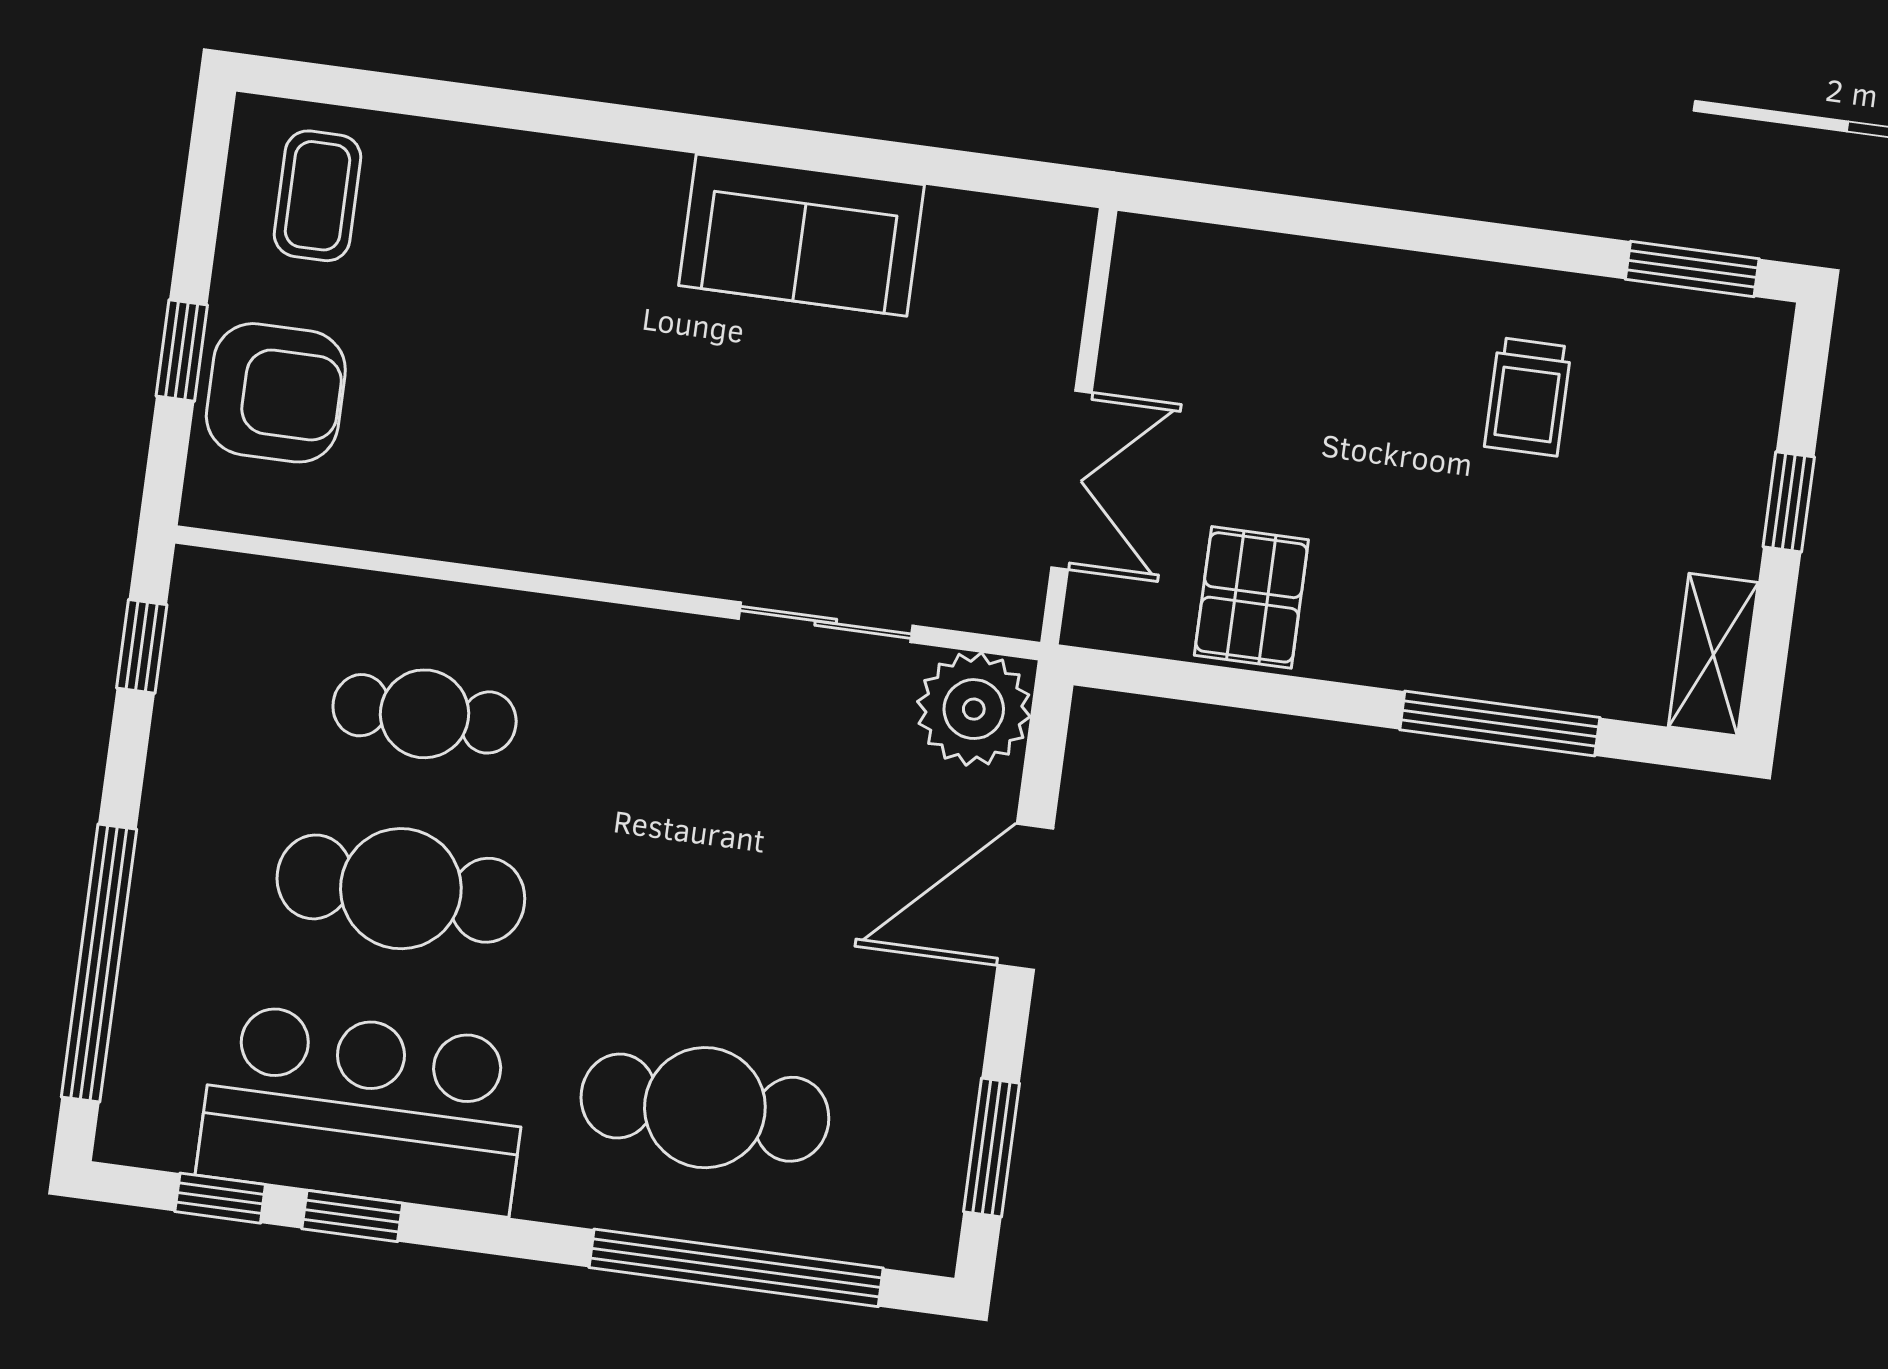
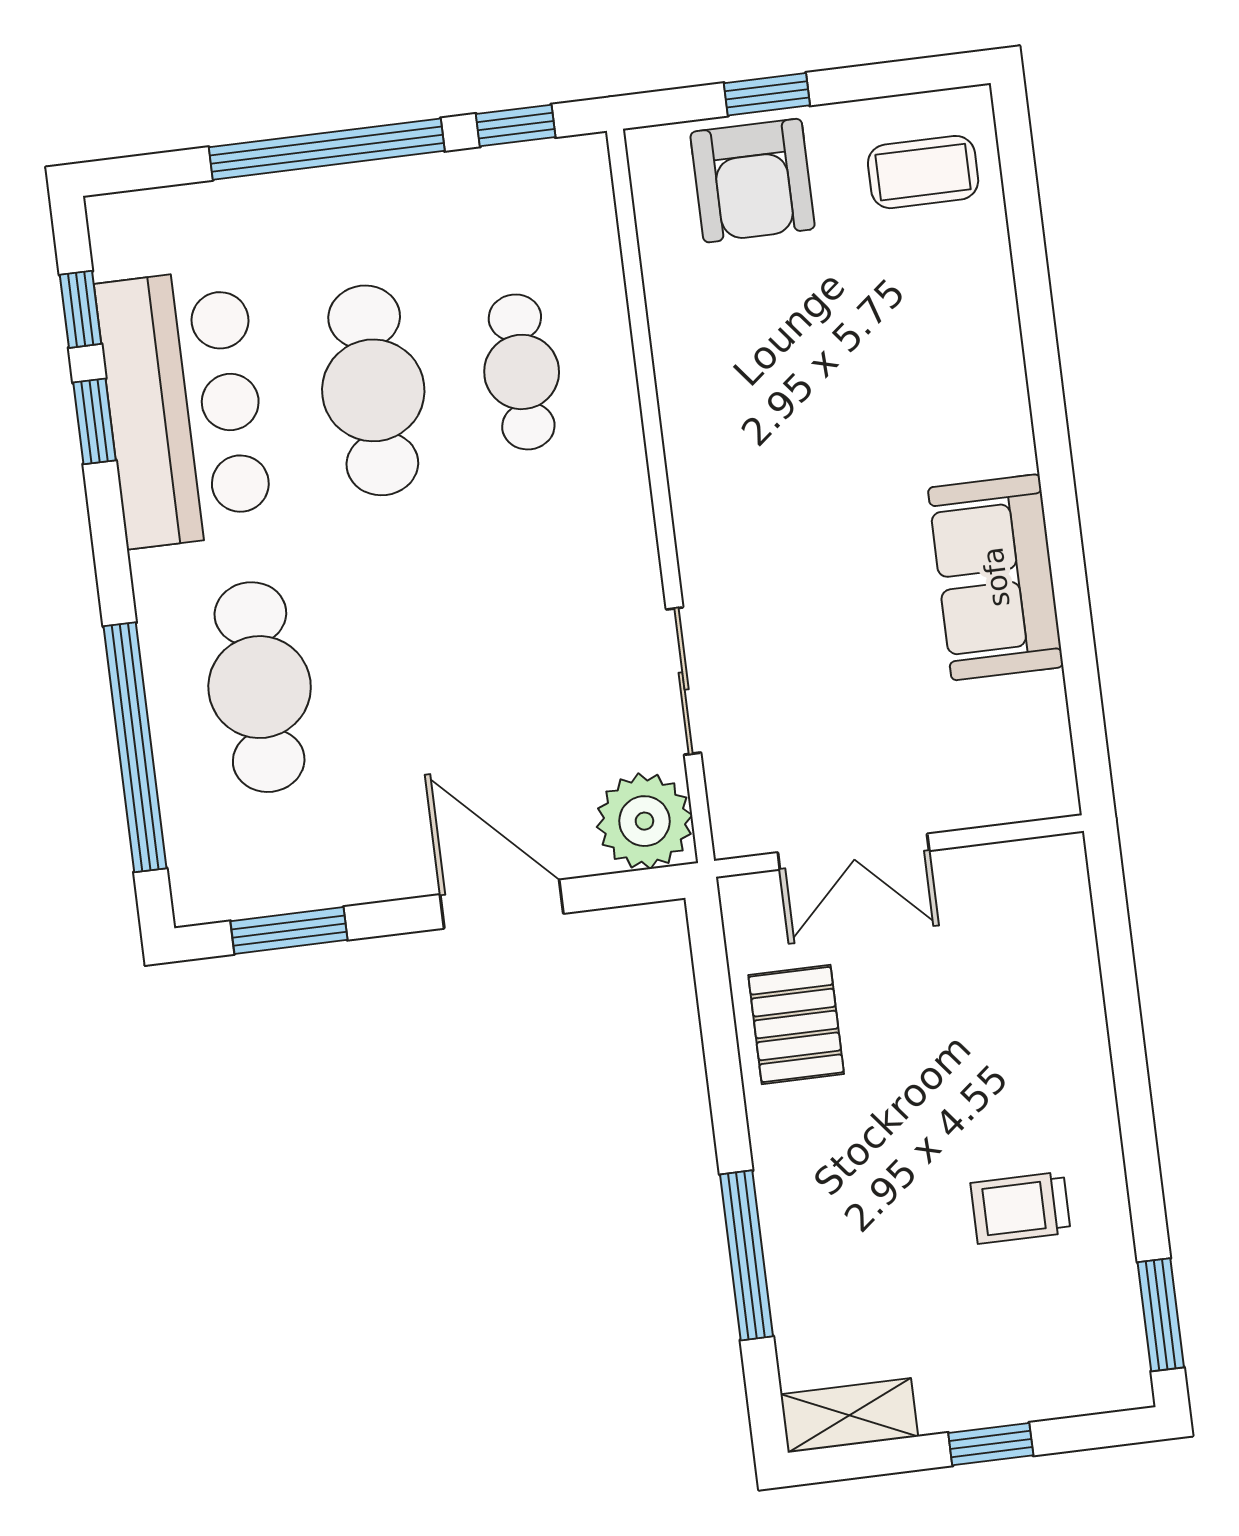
pallet: (1251, 597) -> (796, 1024), turned 90
window: (99, 963) -> (327, 149), moved

